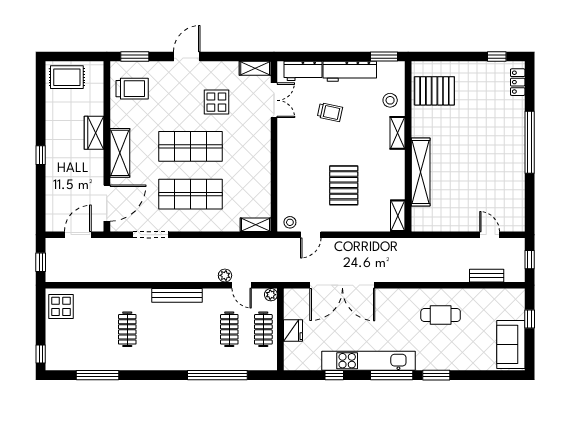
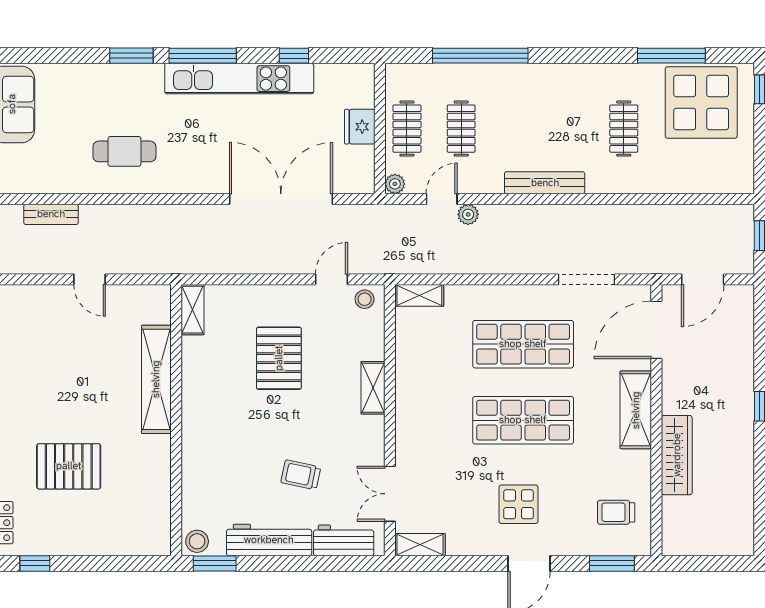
rug: (67, 77) -> (720, 530), removed
trolley: (132, 89) -> (616, 512), width x0.73, depth x0.72
pallet: (434, 91) -> (69, 466), moved
stool: (390, 100) -> (197, 541), moved
display table: (216, 102) -> (519, 504), moved
wardrobe: (94, 133) -> (677, 455), width x1.50
shelving: (398, 133) -> (373, 388), moved
door: (490, 235) -> (89, 279), moved
door: (242, 285) -> (442, 199), hinge flipped
display table: (61, 306) -> (701, 102), moved, width x1.86, depth x1.86

